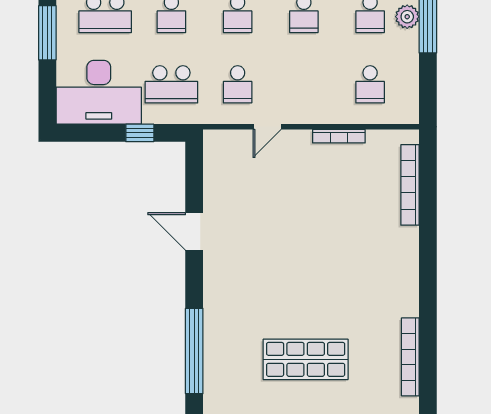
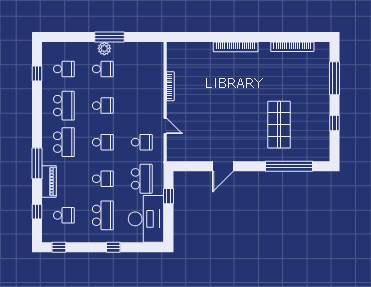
window: (47, 33) -> (113, 247), width x0.46
school desk: (370, 84) -> (142, 69), removed
bookcase: (410, 185) -> (236, 47), moved
shop shelf: (306, 359) -> (279, 125), moved

